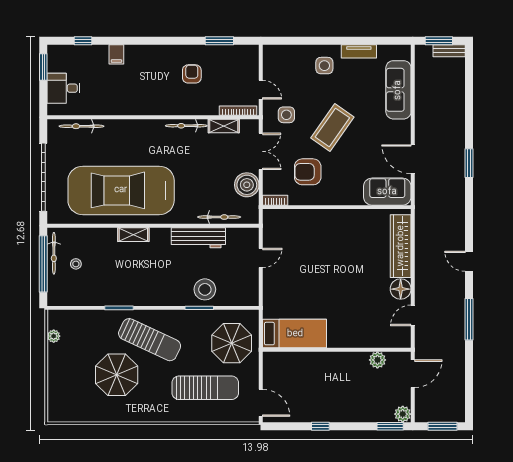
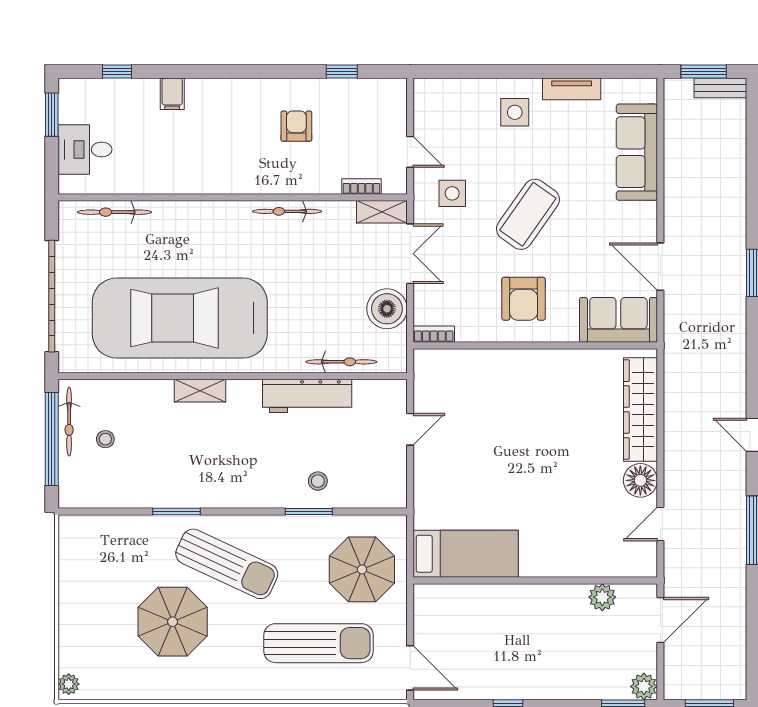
window: (219, 41) -> (342, 71), width x0.67
bookcase: (238, 111) -> (361, 186), width x0.64
shelving: (224, 126) -> (382, 212), moved
armchair: (308, 172) -> (524, 299), moved, turned -90
stool: (205, 289) -> (318, 481), width x0.53, depth x0.53
plant: (54, 336) -> (69, 684), moved

